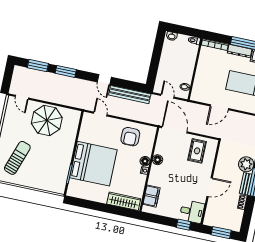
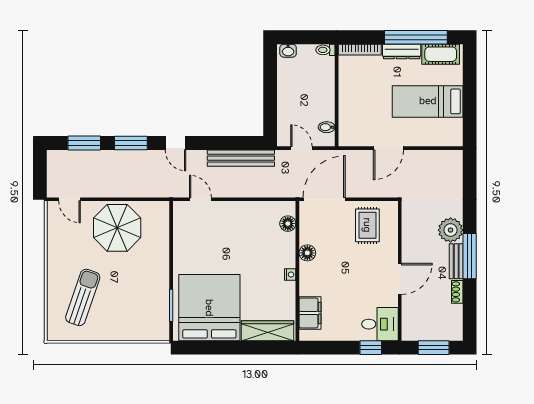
door: (104, 80) -> (175, 143), moved
door: (174, 130) -> (324, 199), hinge flipped
armchair: (130, 137) -> (256, 225), removed
floor lamp: (145, 161) -> (288, 224), moved
bed: (93, 164) -> (209, 308), moved, turned -90

